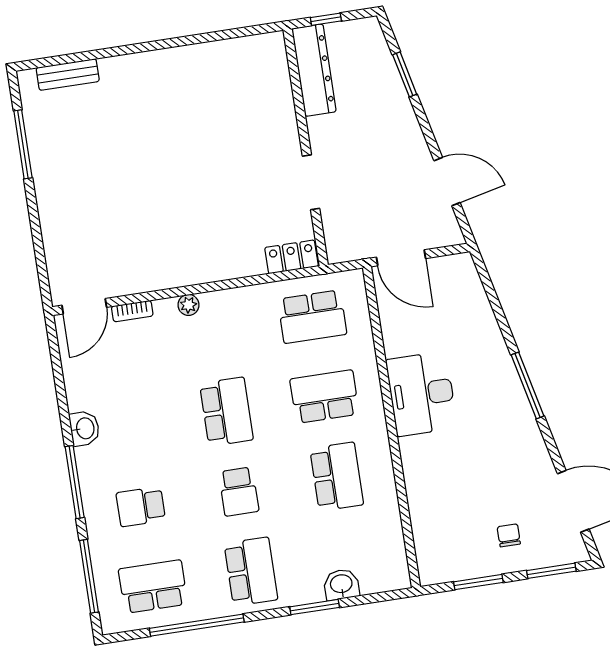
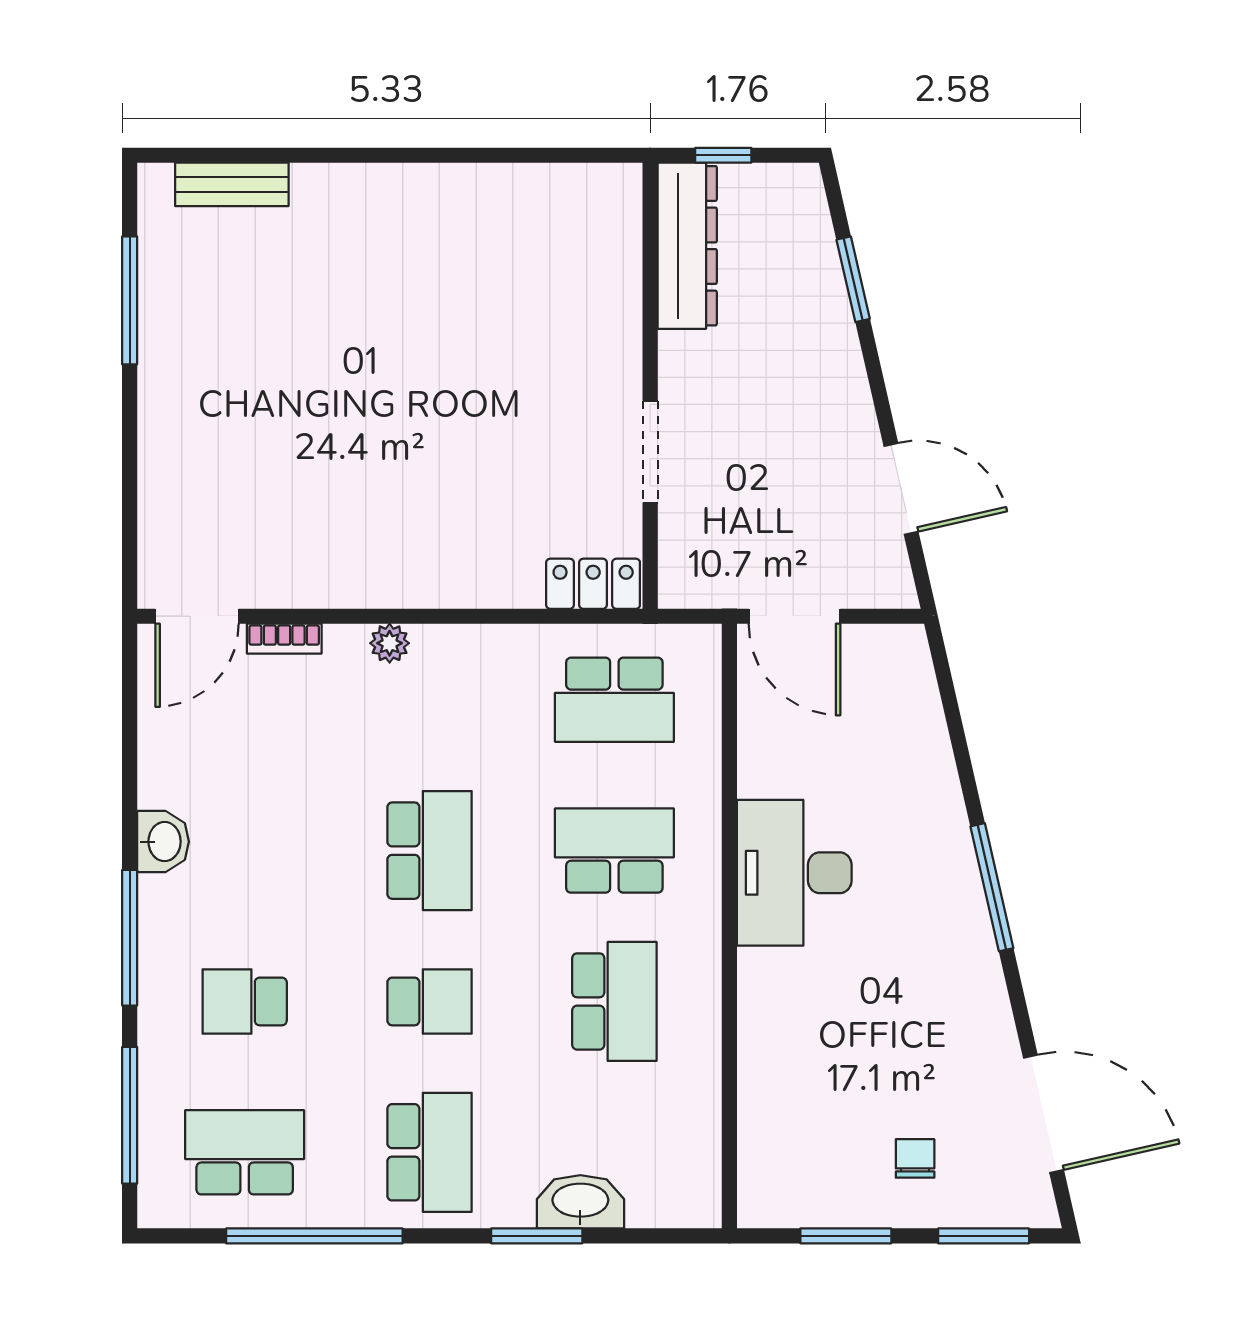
school desk: (239, 492) -> (430, 1001), turned -90
washbasin: (341, 585) -> (580, 1202), width x1.38

